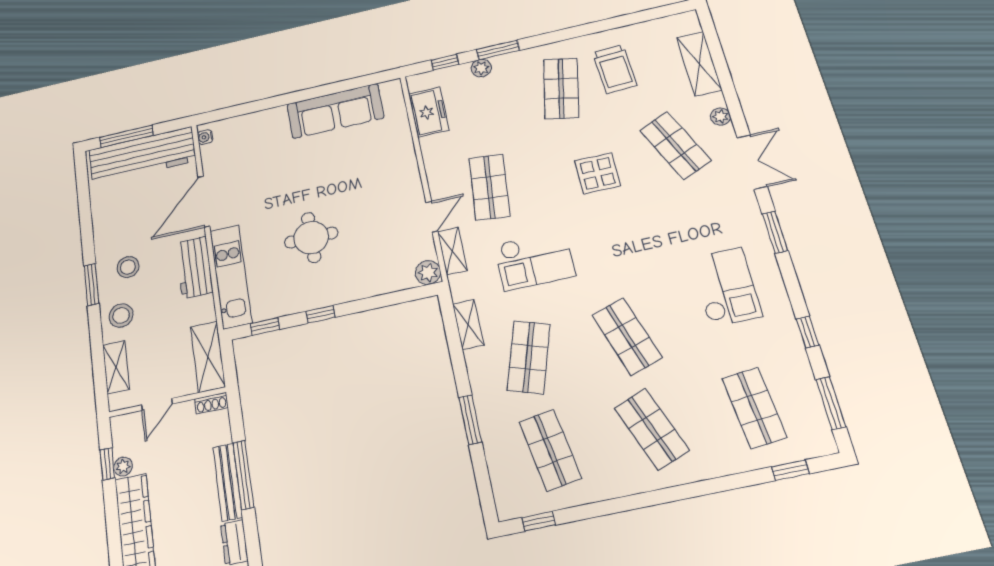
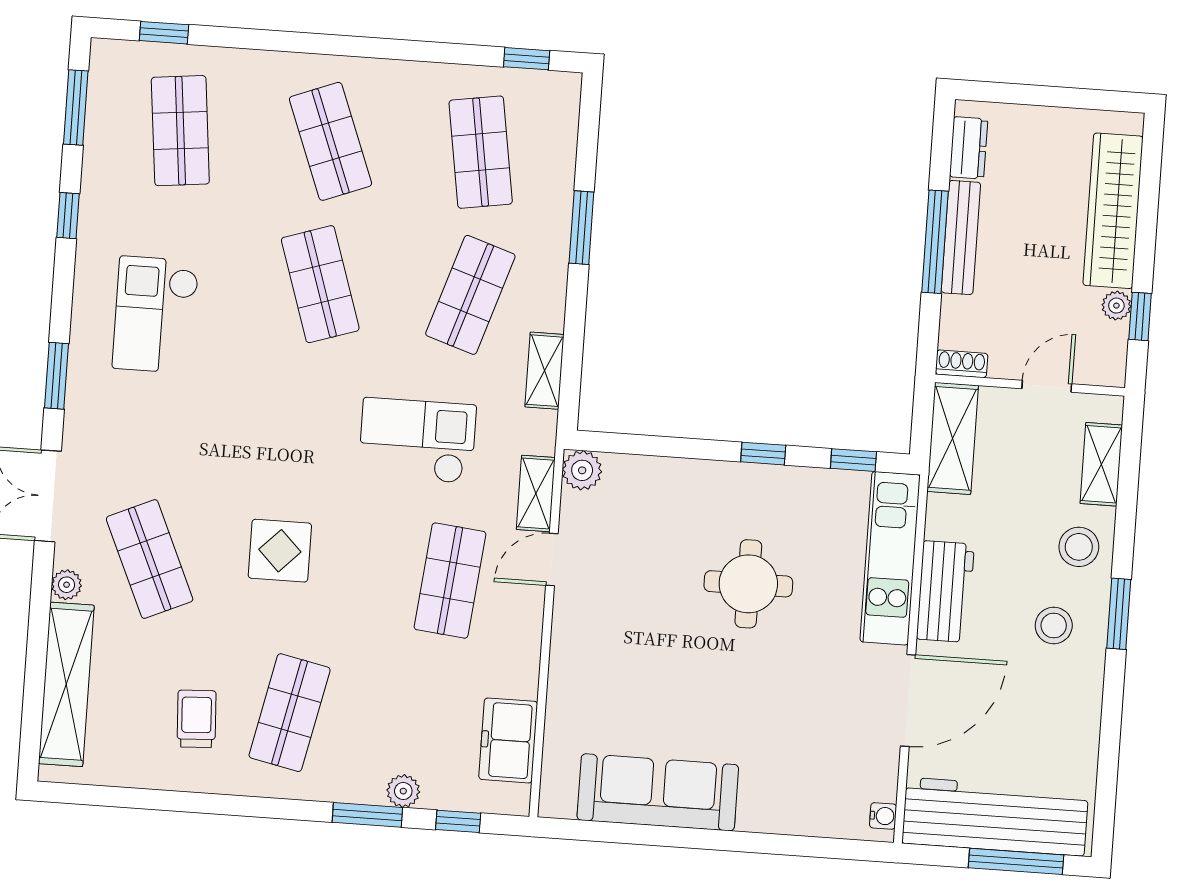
shelving: (699, 64) -> (66, 684), width x1.47
trolley: (615, 69) -> (197, 719), width x0.73, depth x0.72

